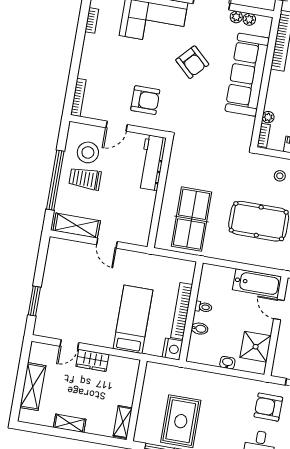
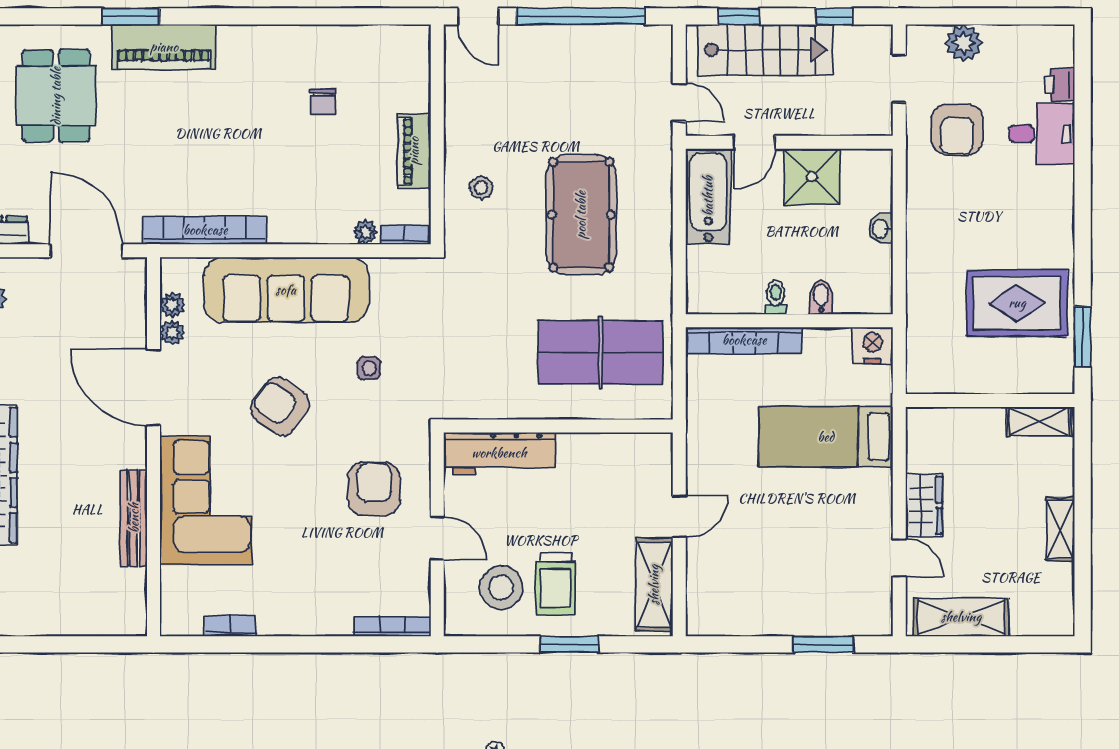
armchair: (192, 62) -> (280, 406), turned -98
side table: (203, 108) -> (369, 368), added
window: (55, 180) -> (569, 644), width x0.47
bookcase: (182, 311) -> (744, 340), moved
shower: (256, 347) -> (812, 177), moved
shelving: (33, 387) -> (961, 617), moved

